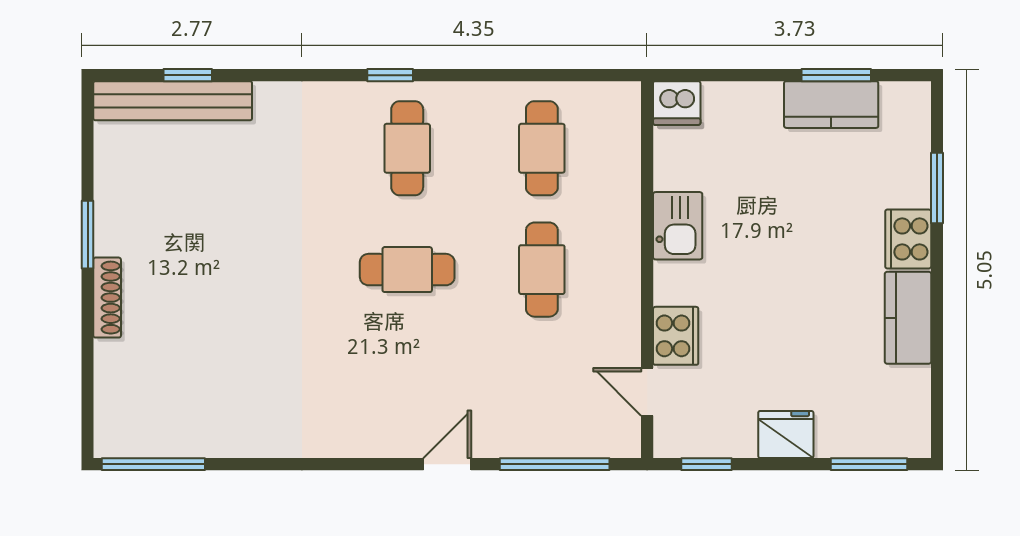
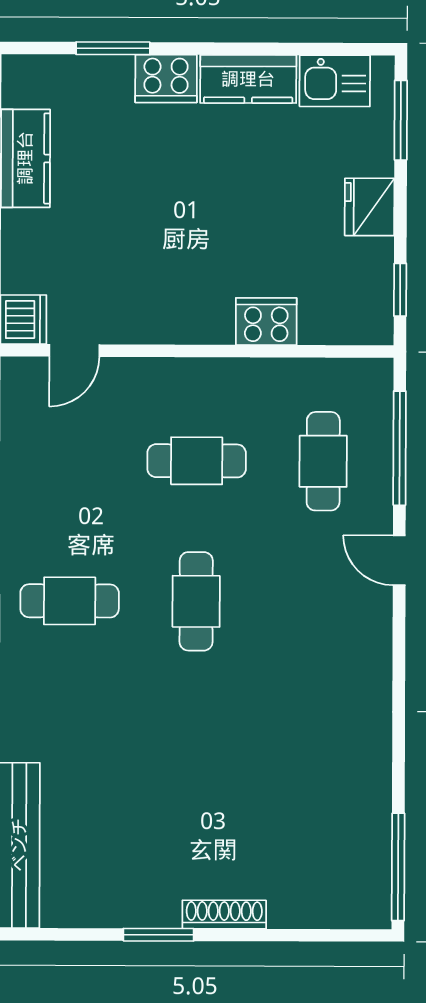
cafe table: (542, 148) -> (323, 461), moved, turned 90
kitchen sink: (678, 226) -> (335, 81), moved, turned 180
door: (647, 392) -> (74, 350), moved

